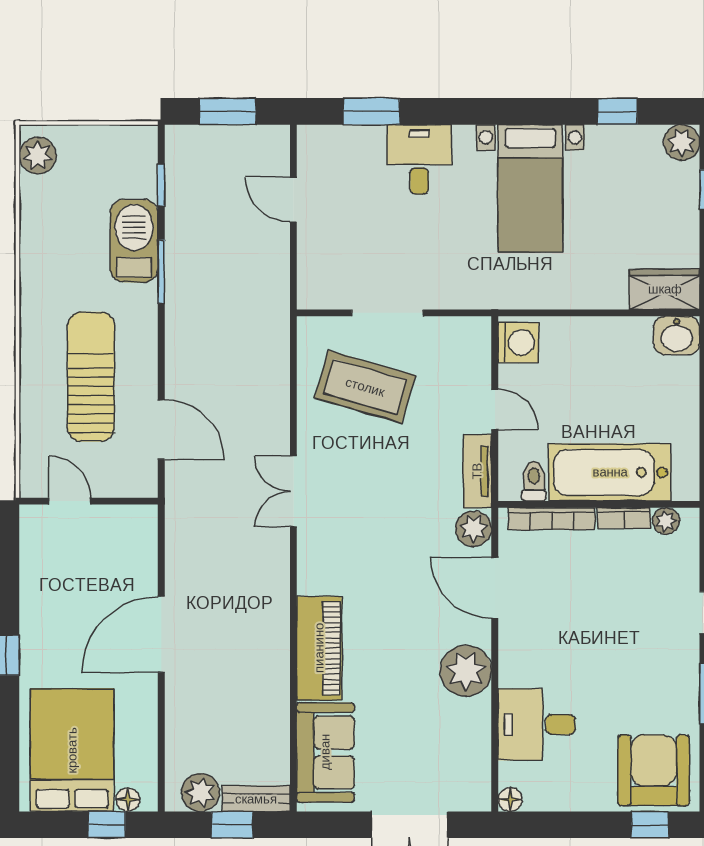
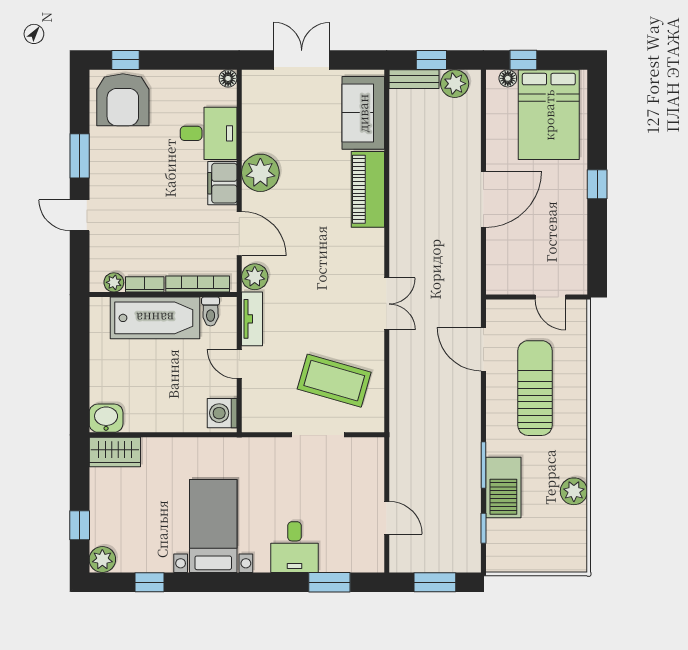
plant: (38, 156) -> (574, 491), moved
sun lounger: (91, 377) -> (535, 388), turned 180
filing cabinet: (518, 657) -> (222, 183), added

